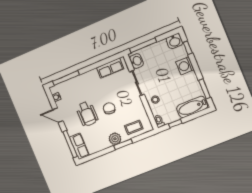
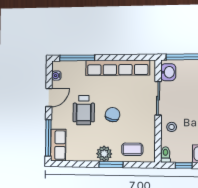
row of seats: (110, 68) -> (118, 68), width x2.02
door: (58, 115) -> (49, 98), swing flipped

